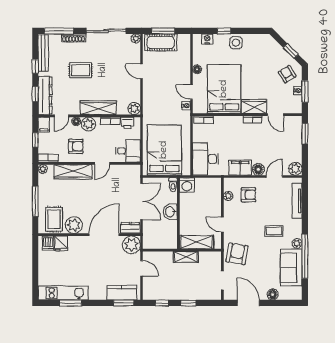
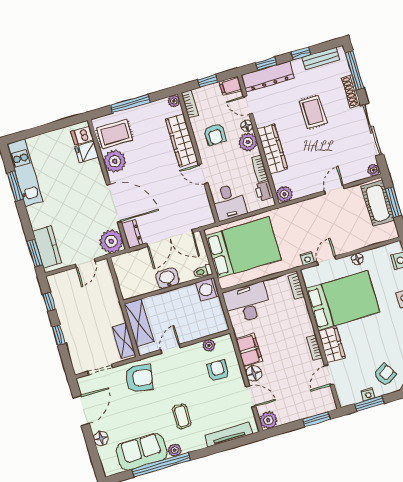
bench: (43, 53) -> (321, 59), width x0.73
armchair: (248, 195) -> (218, 371), turned 180
shelving: (186, 257) -> (124, 340), moved

